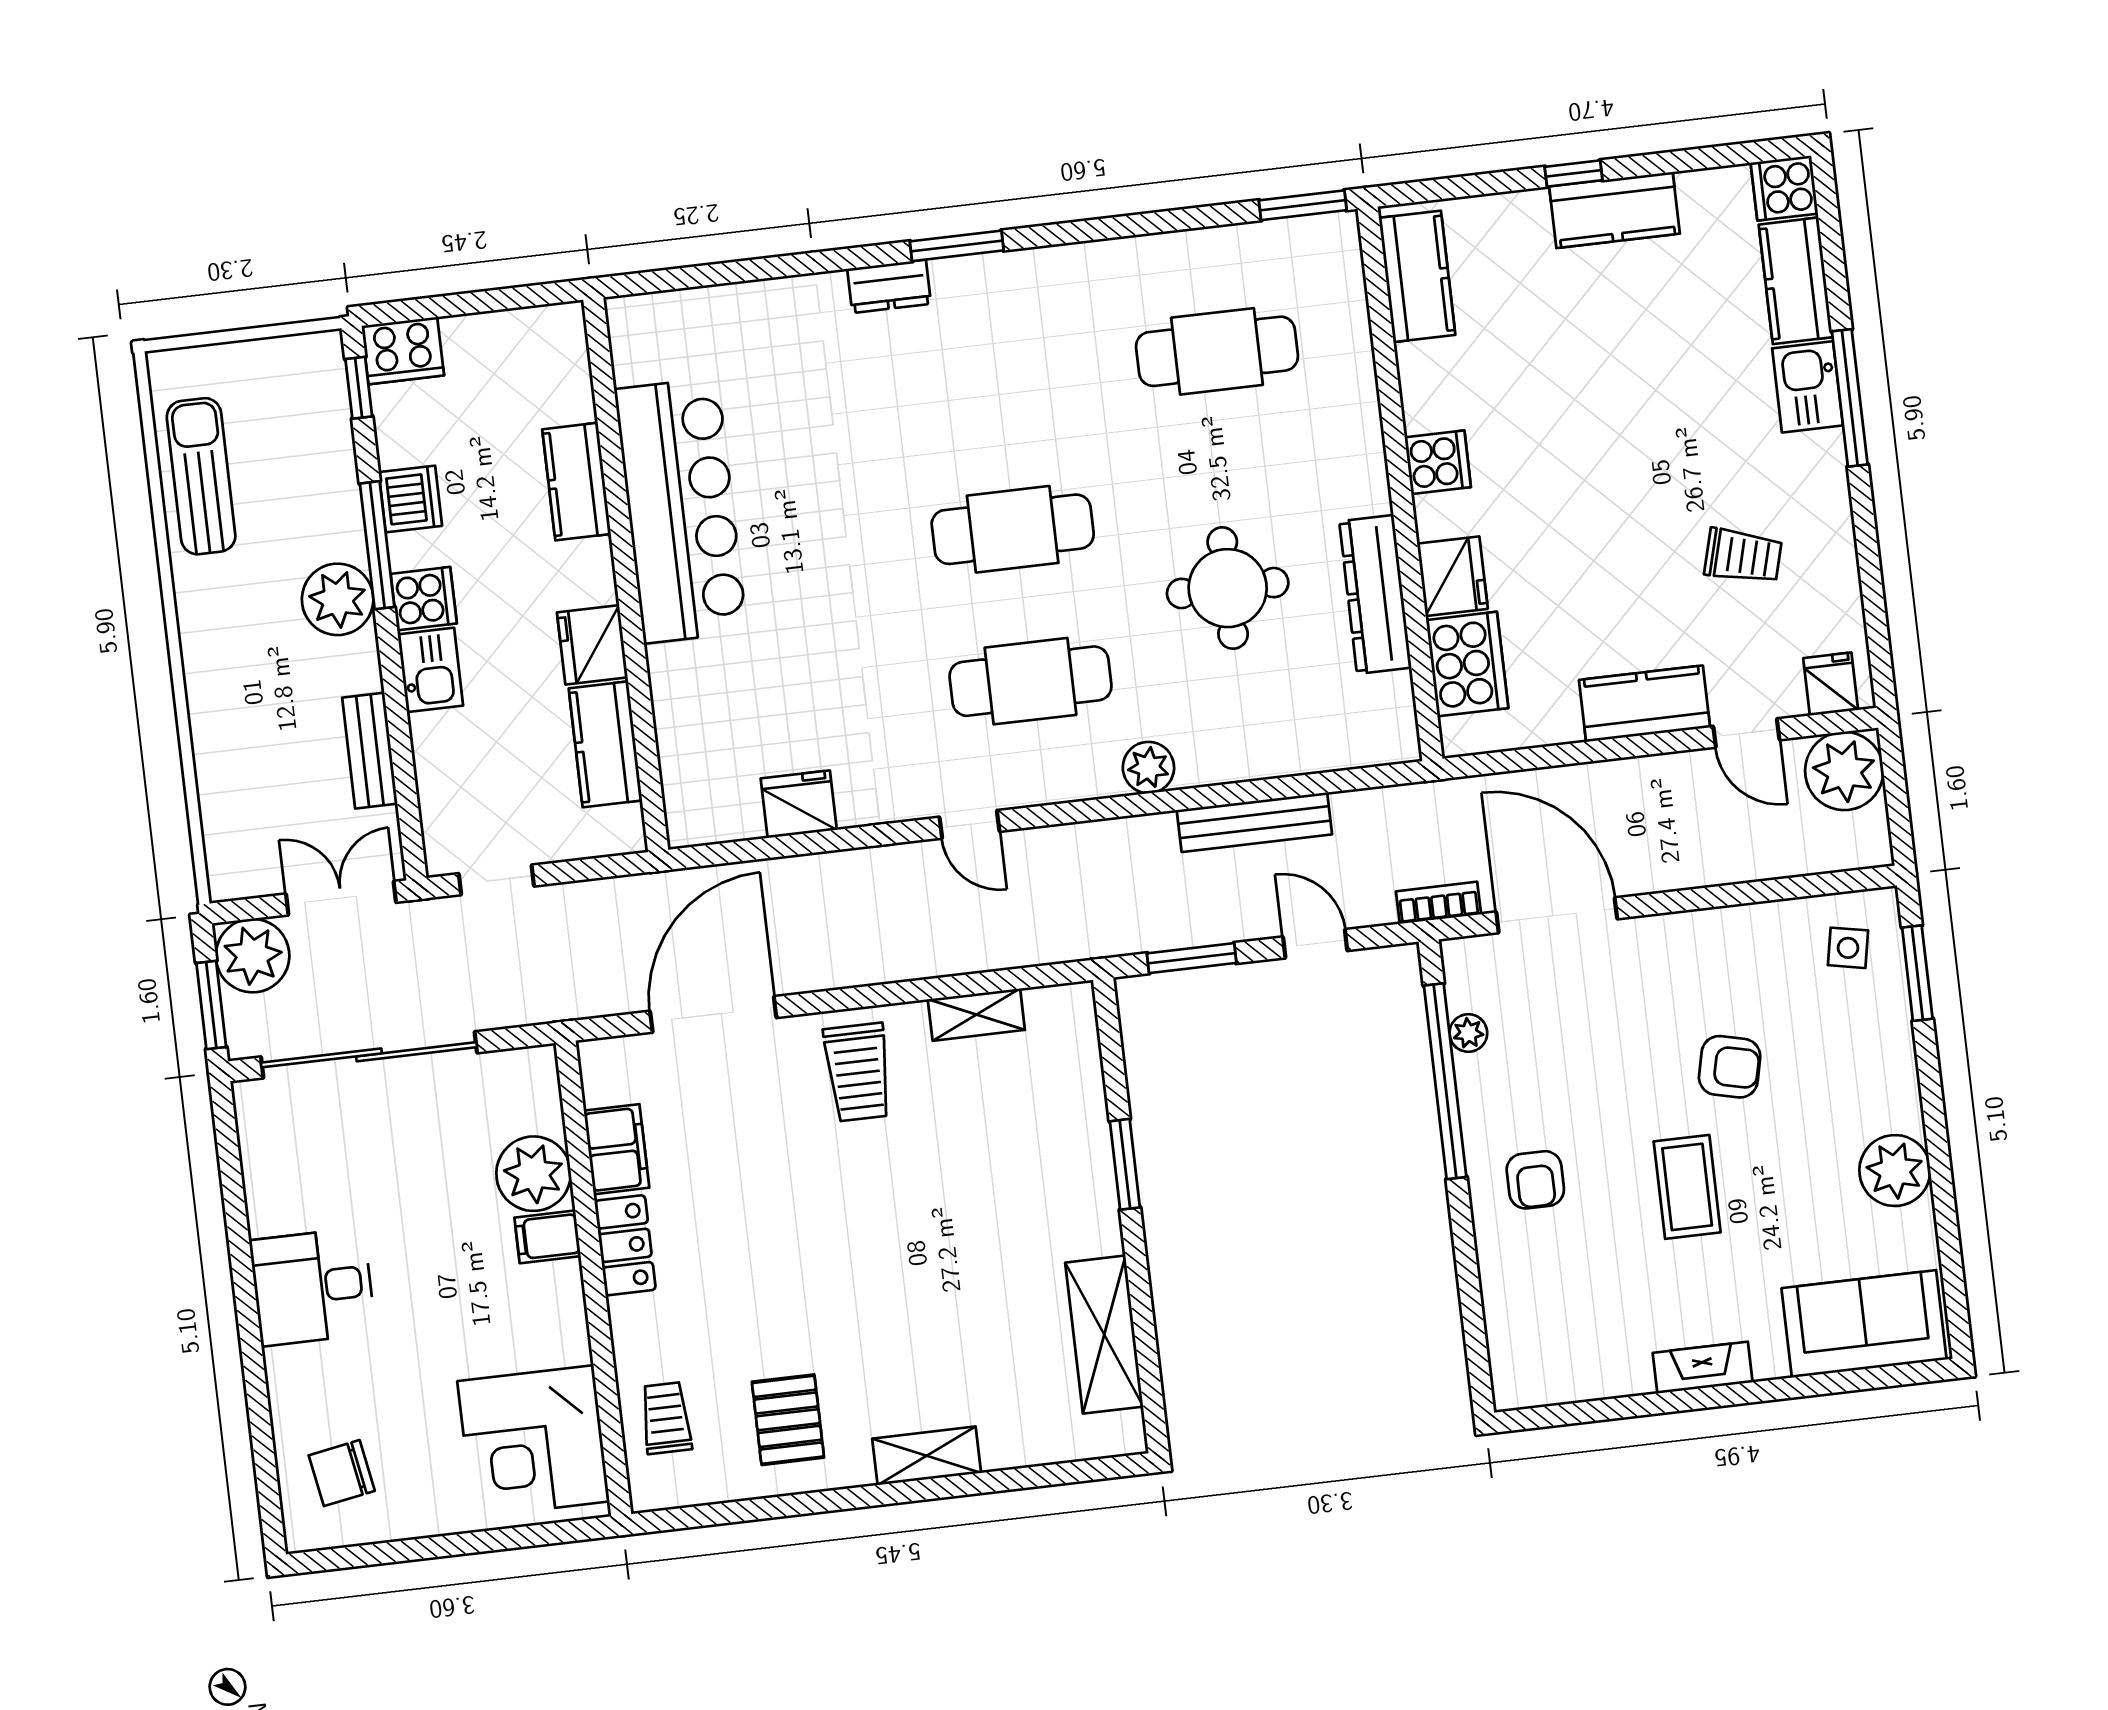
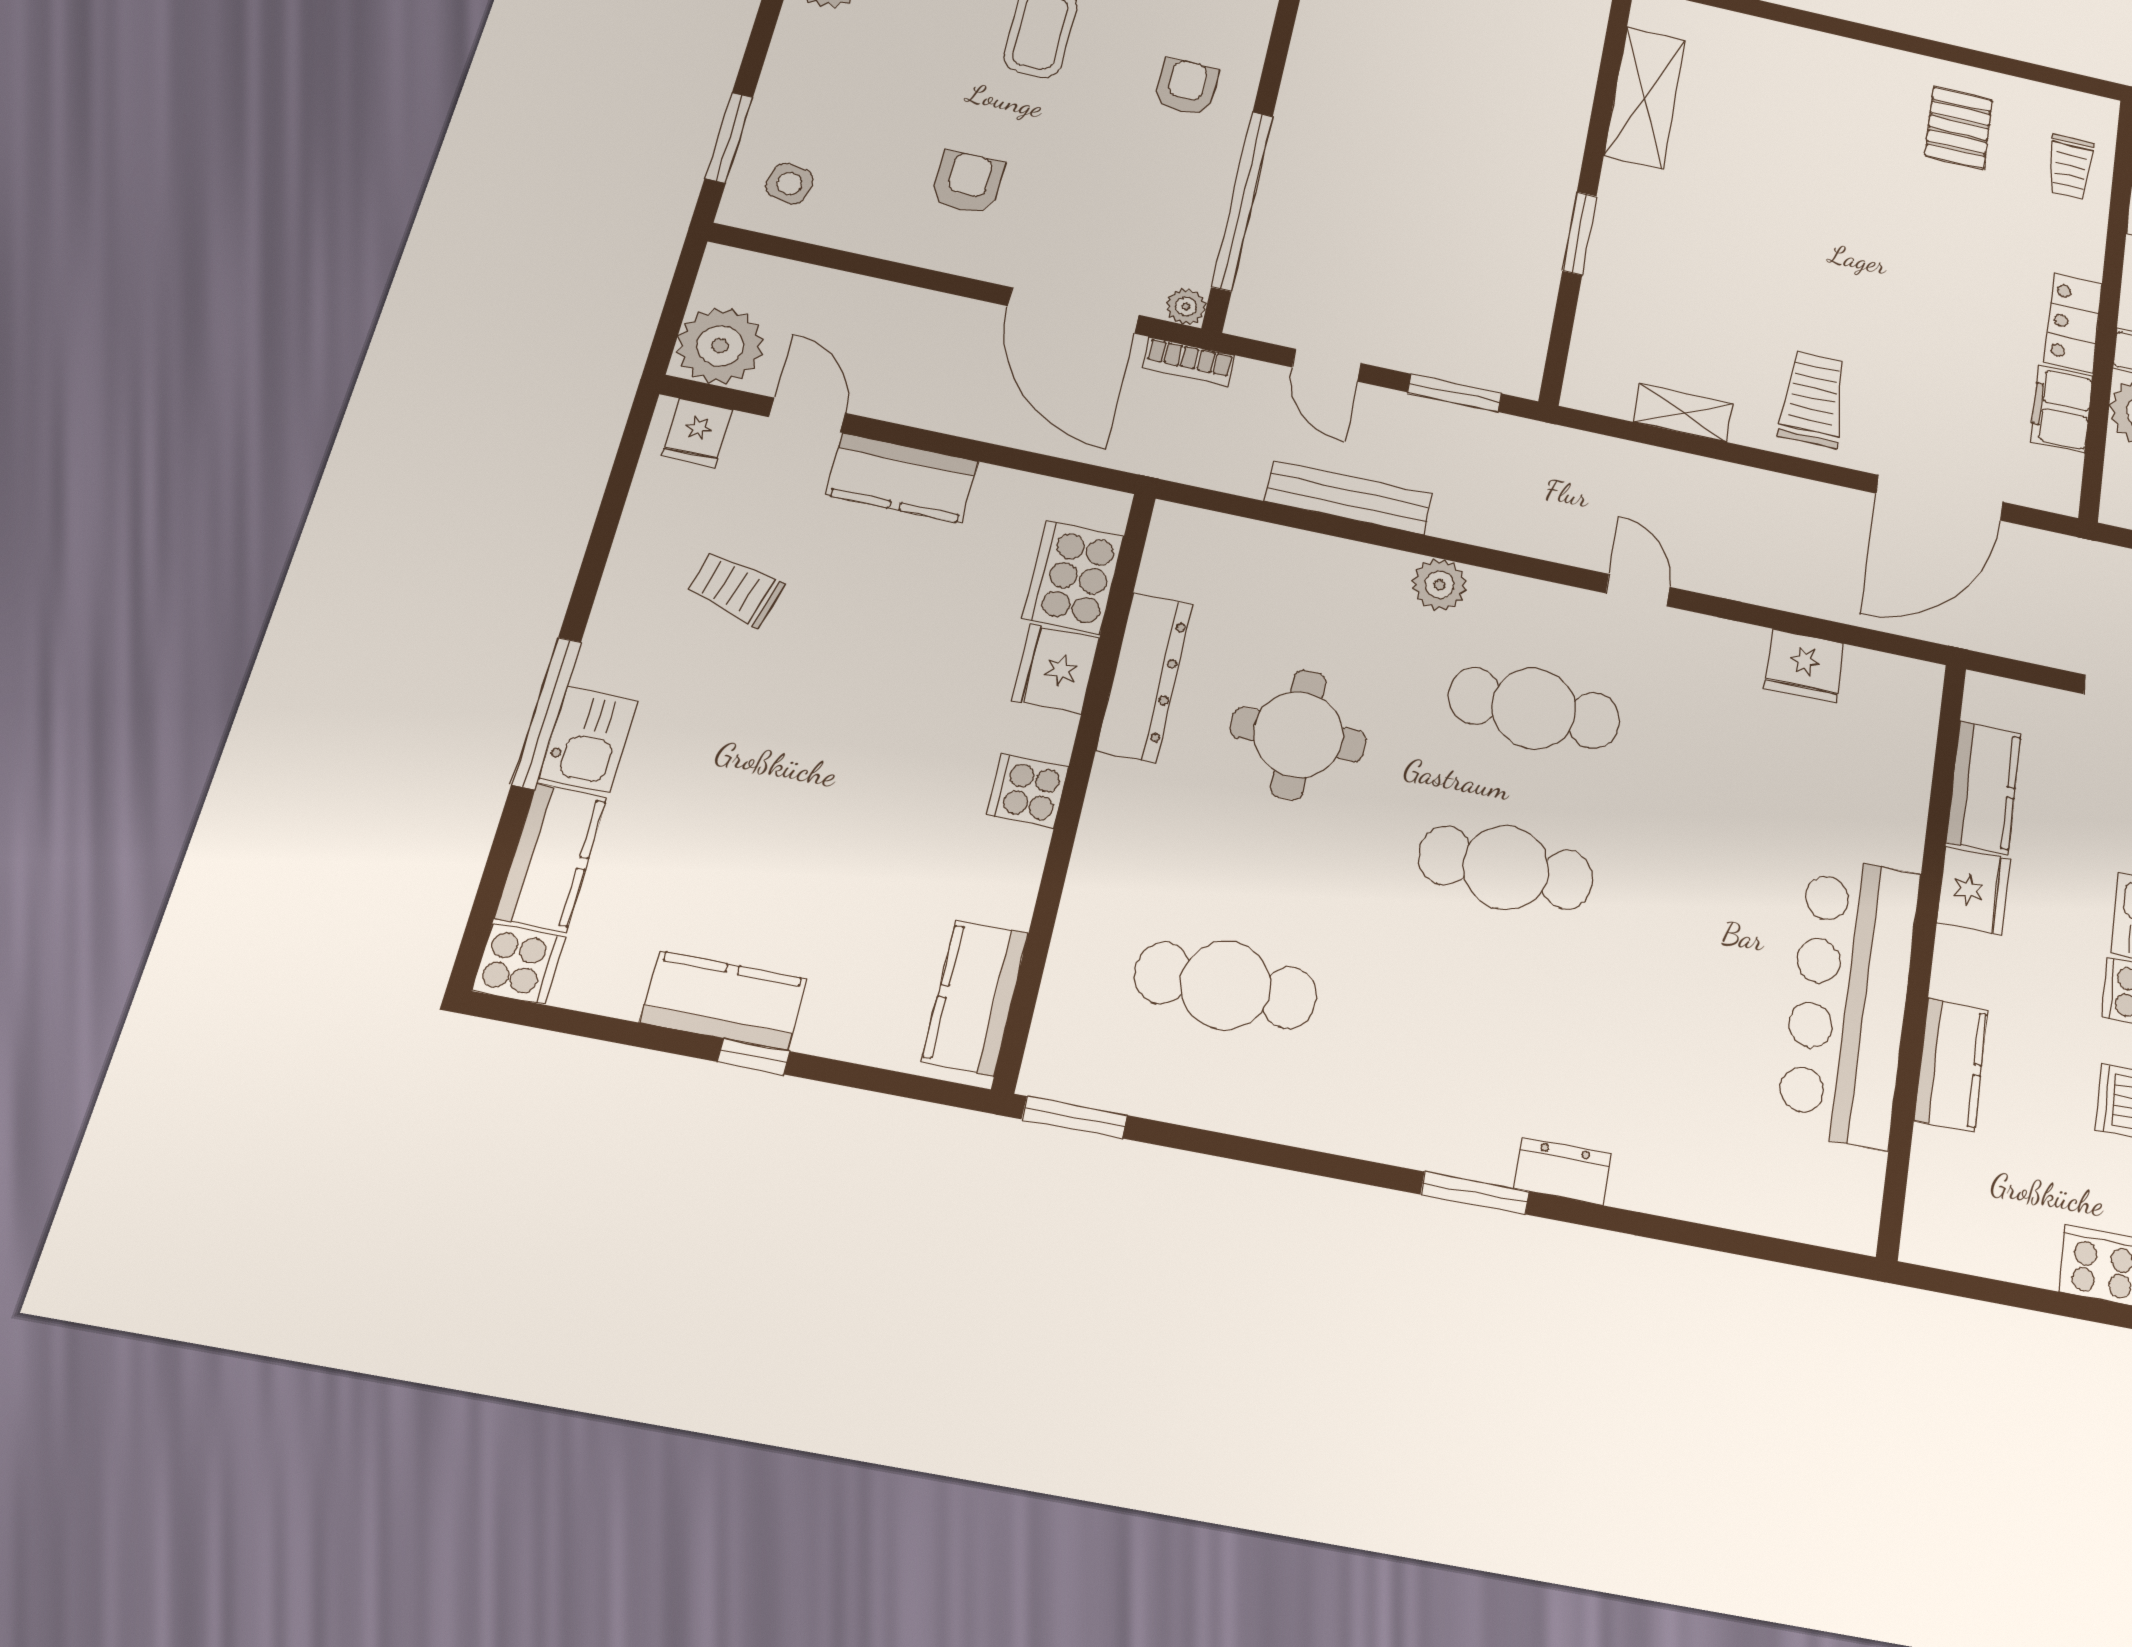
plant: (1468, 1033) -> (1186, 307), moved
armchair: (1730, 1067) -> (968, 182), moved, turned 77
shelving: (927, 1456) -> (1839, 56), removed

